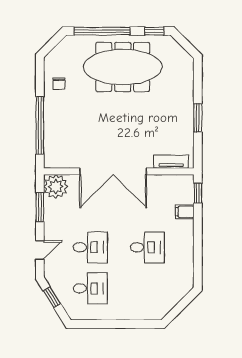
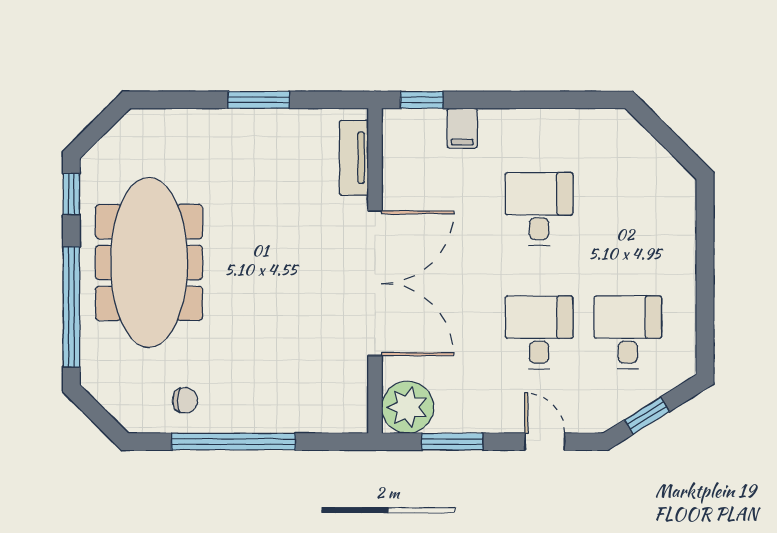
window: (40, 125) -> (234, 442), moved

